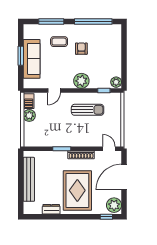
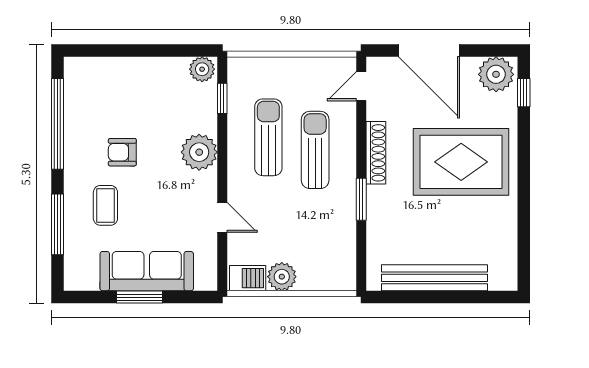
sun lounger: (82, 129) -> (315, 150), added
dresser: (51, 209) -> (506, 224), removed

